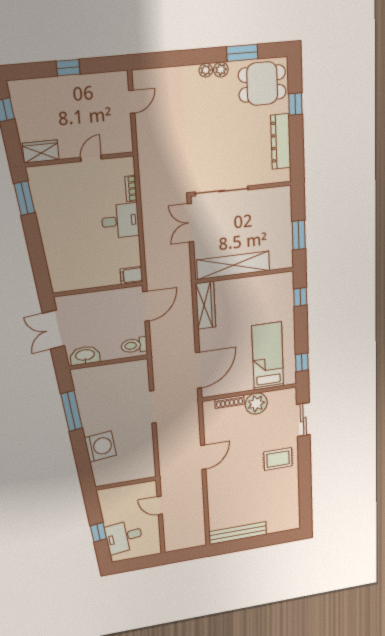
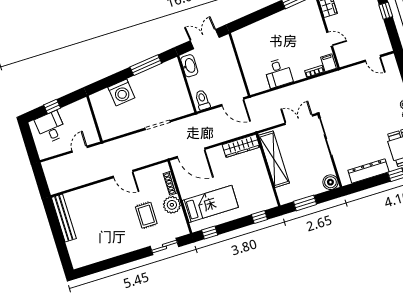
boiler: (282, 196) -> (330, 182), added
desk: (120, 221) -> (278, 73), moved
filing cabinet: (131, 275) -> (328, 63), moved
rug: (278, 459) -> (146, 215), moved

